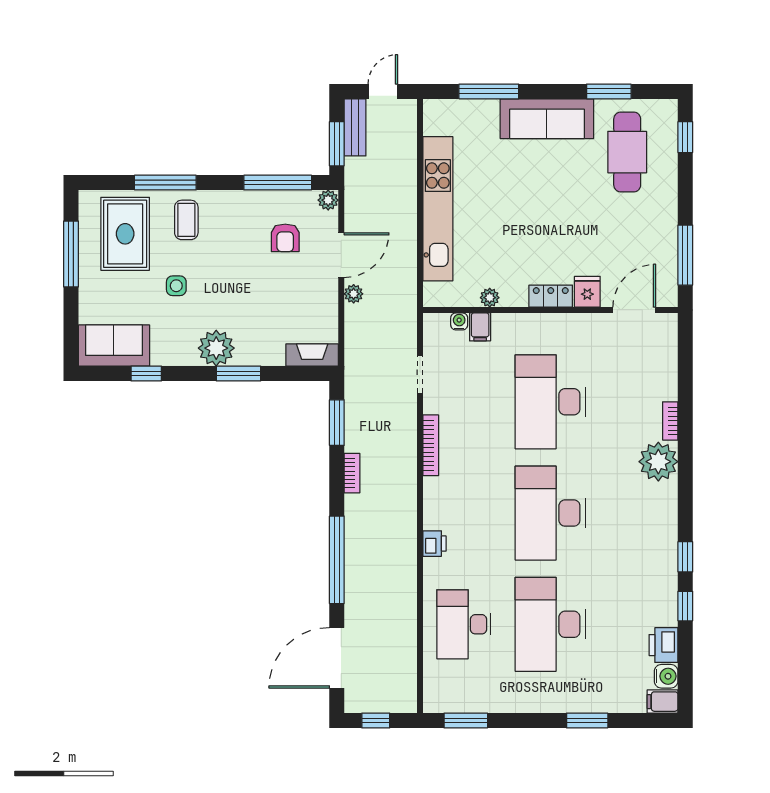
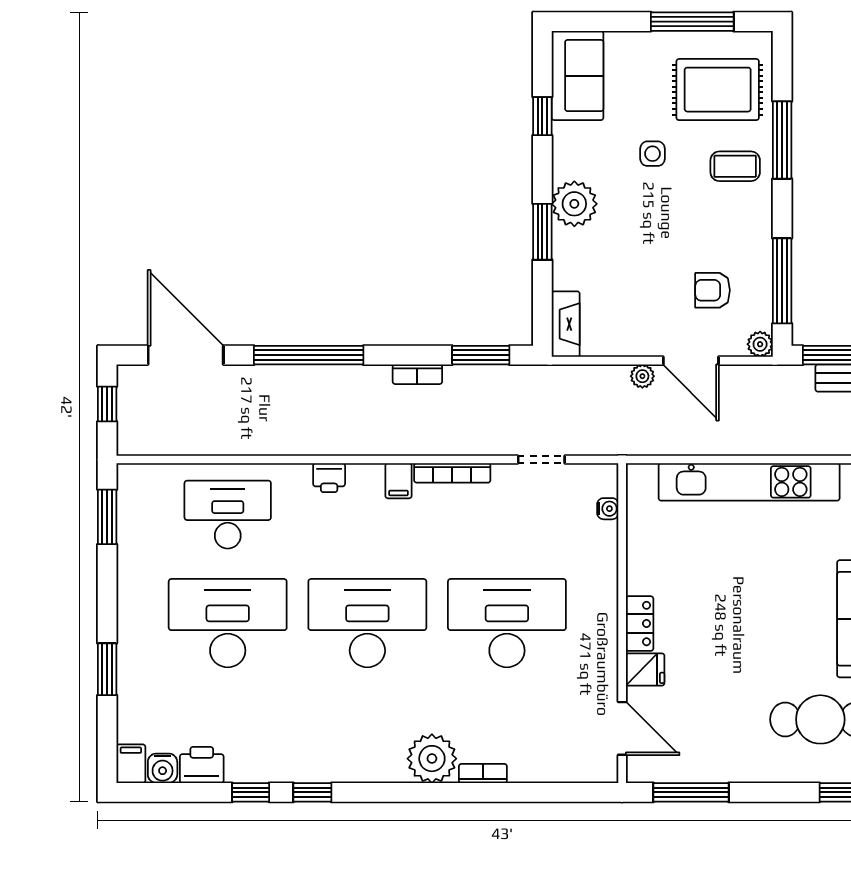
plant: (490, 298) -> (638, 547), removed
filing cabinet: (480, 327) -> (398, 481), moved, turned -90

